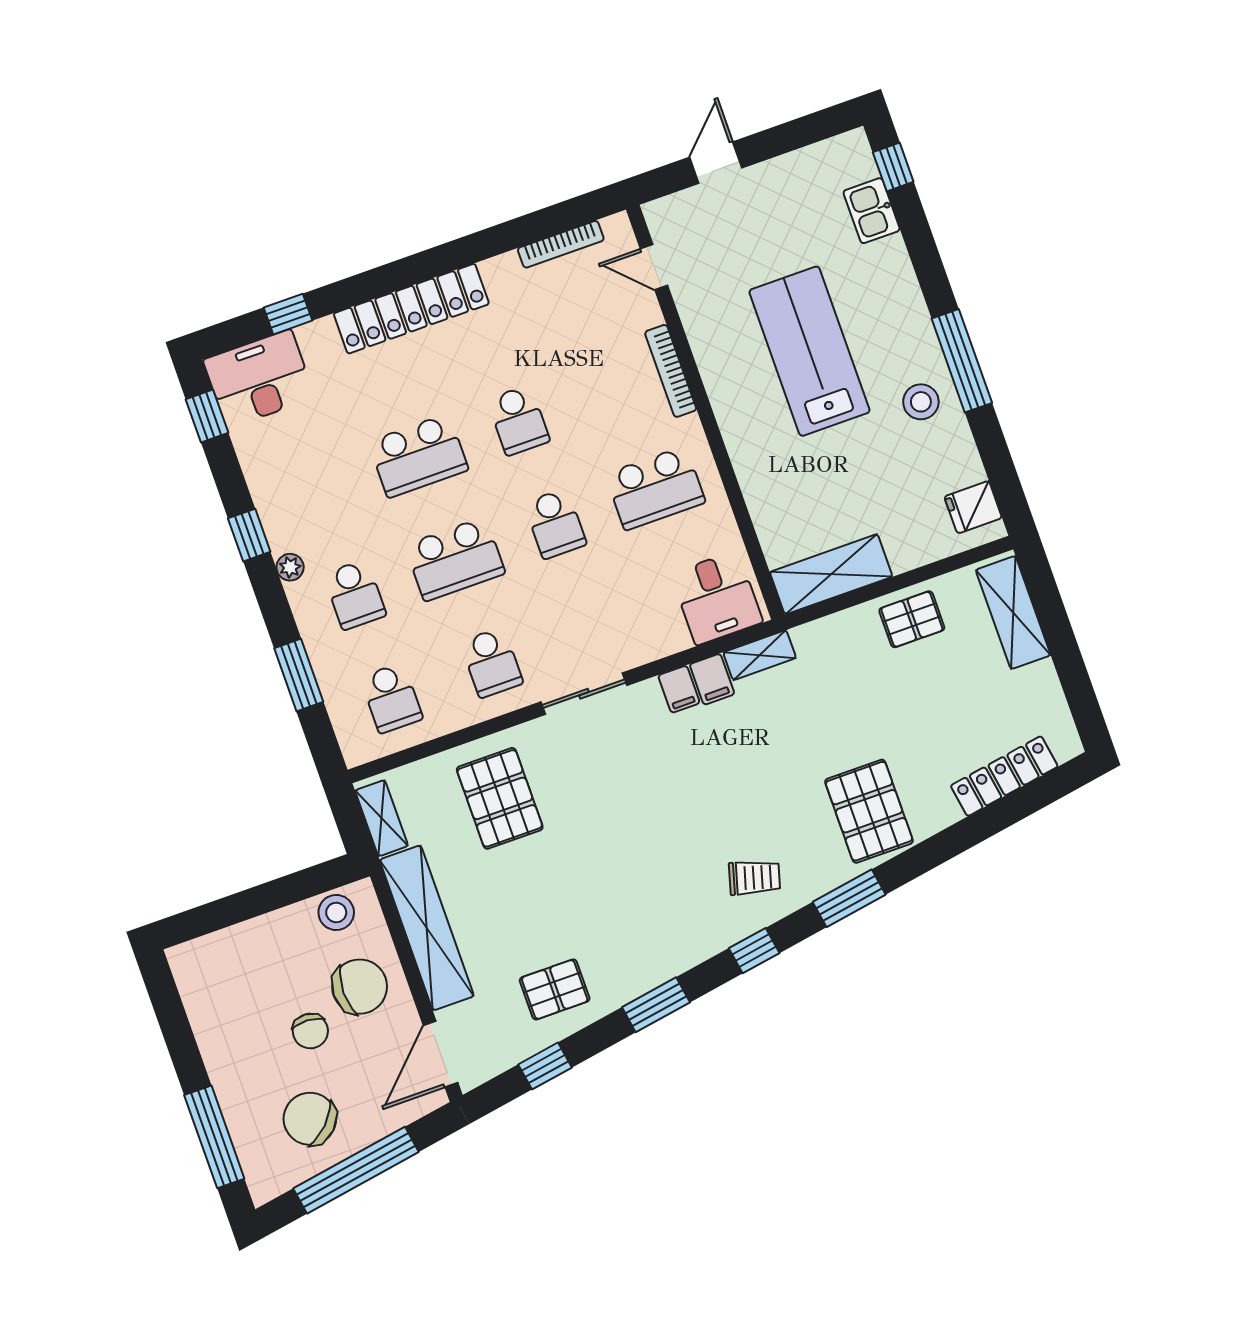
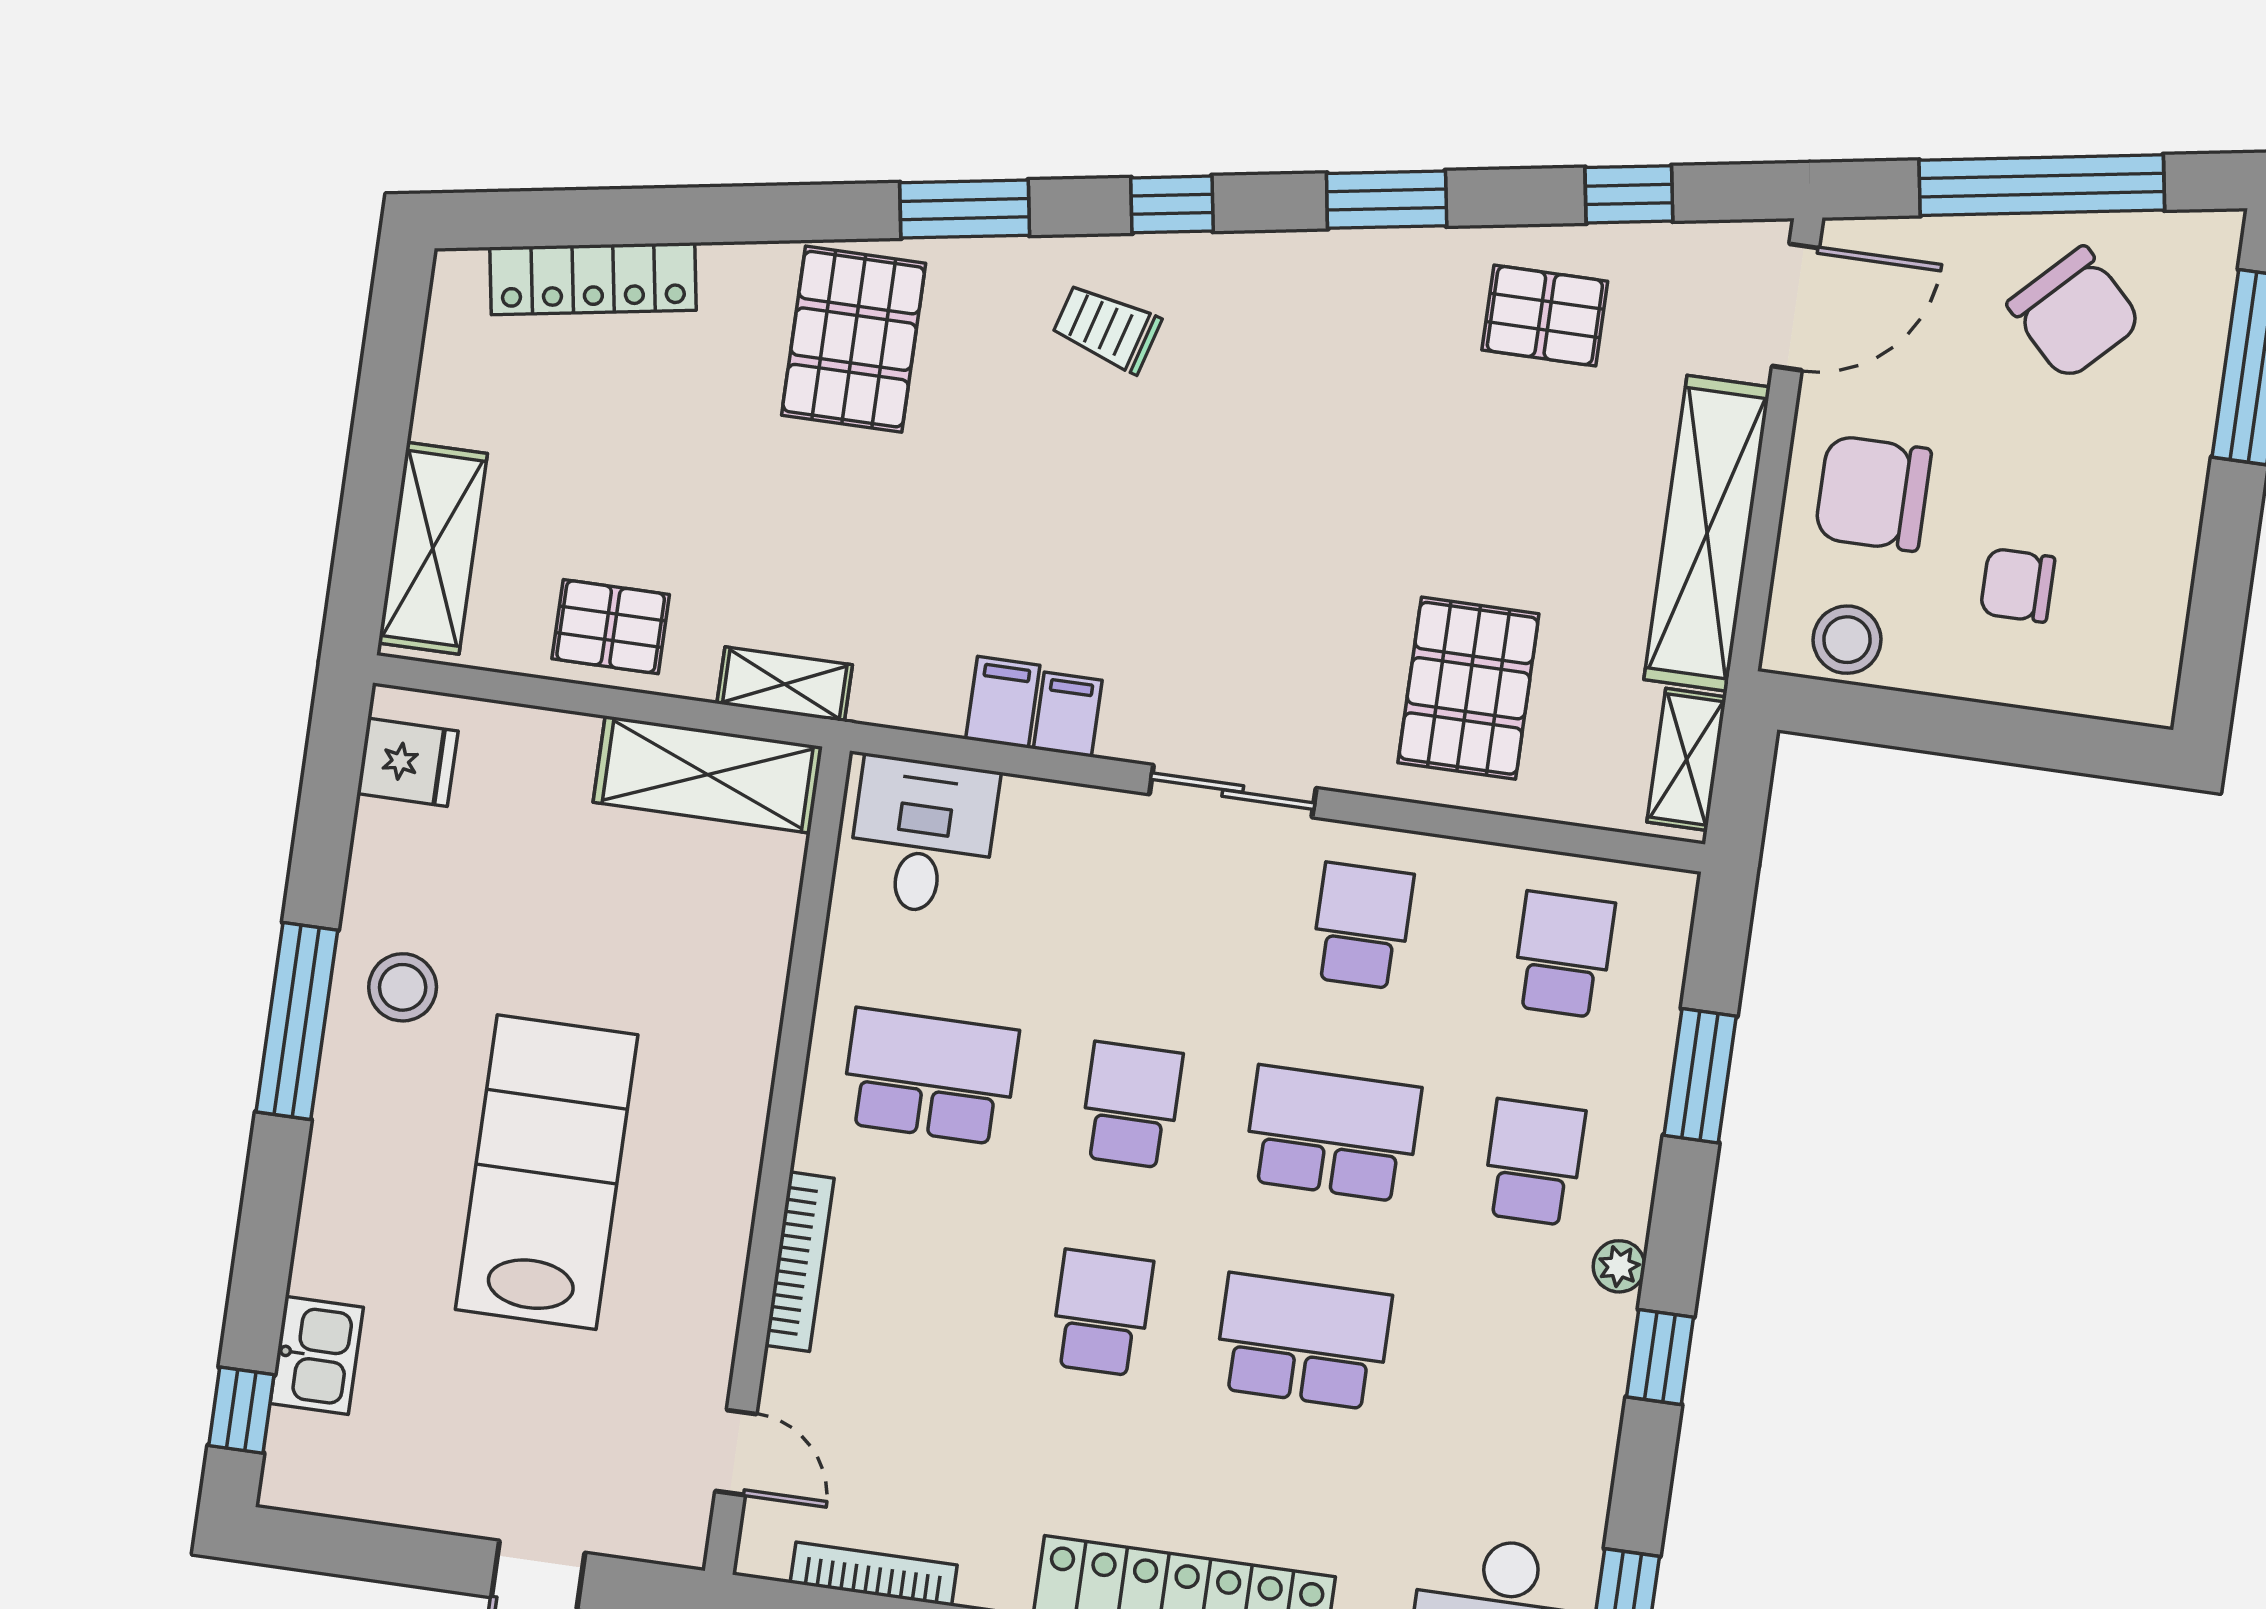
lab bench: (809, 351) -> (547, 1172), turned 180
shelving: (760, 655) -> (785, 684), moved
chair: (310, 1031) -> (2017, 585), moved, turned -93

